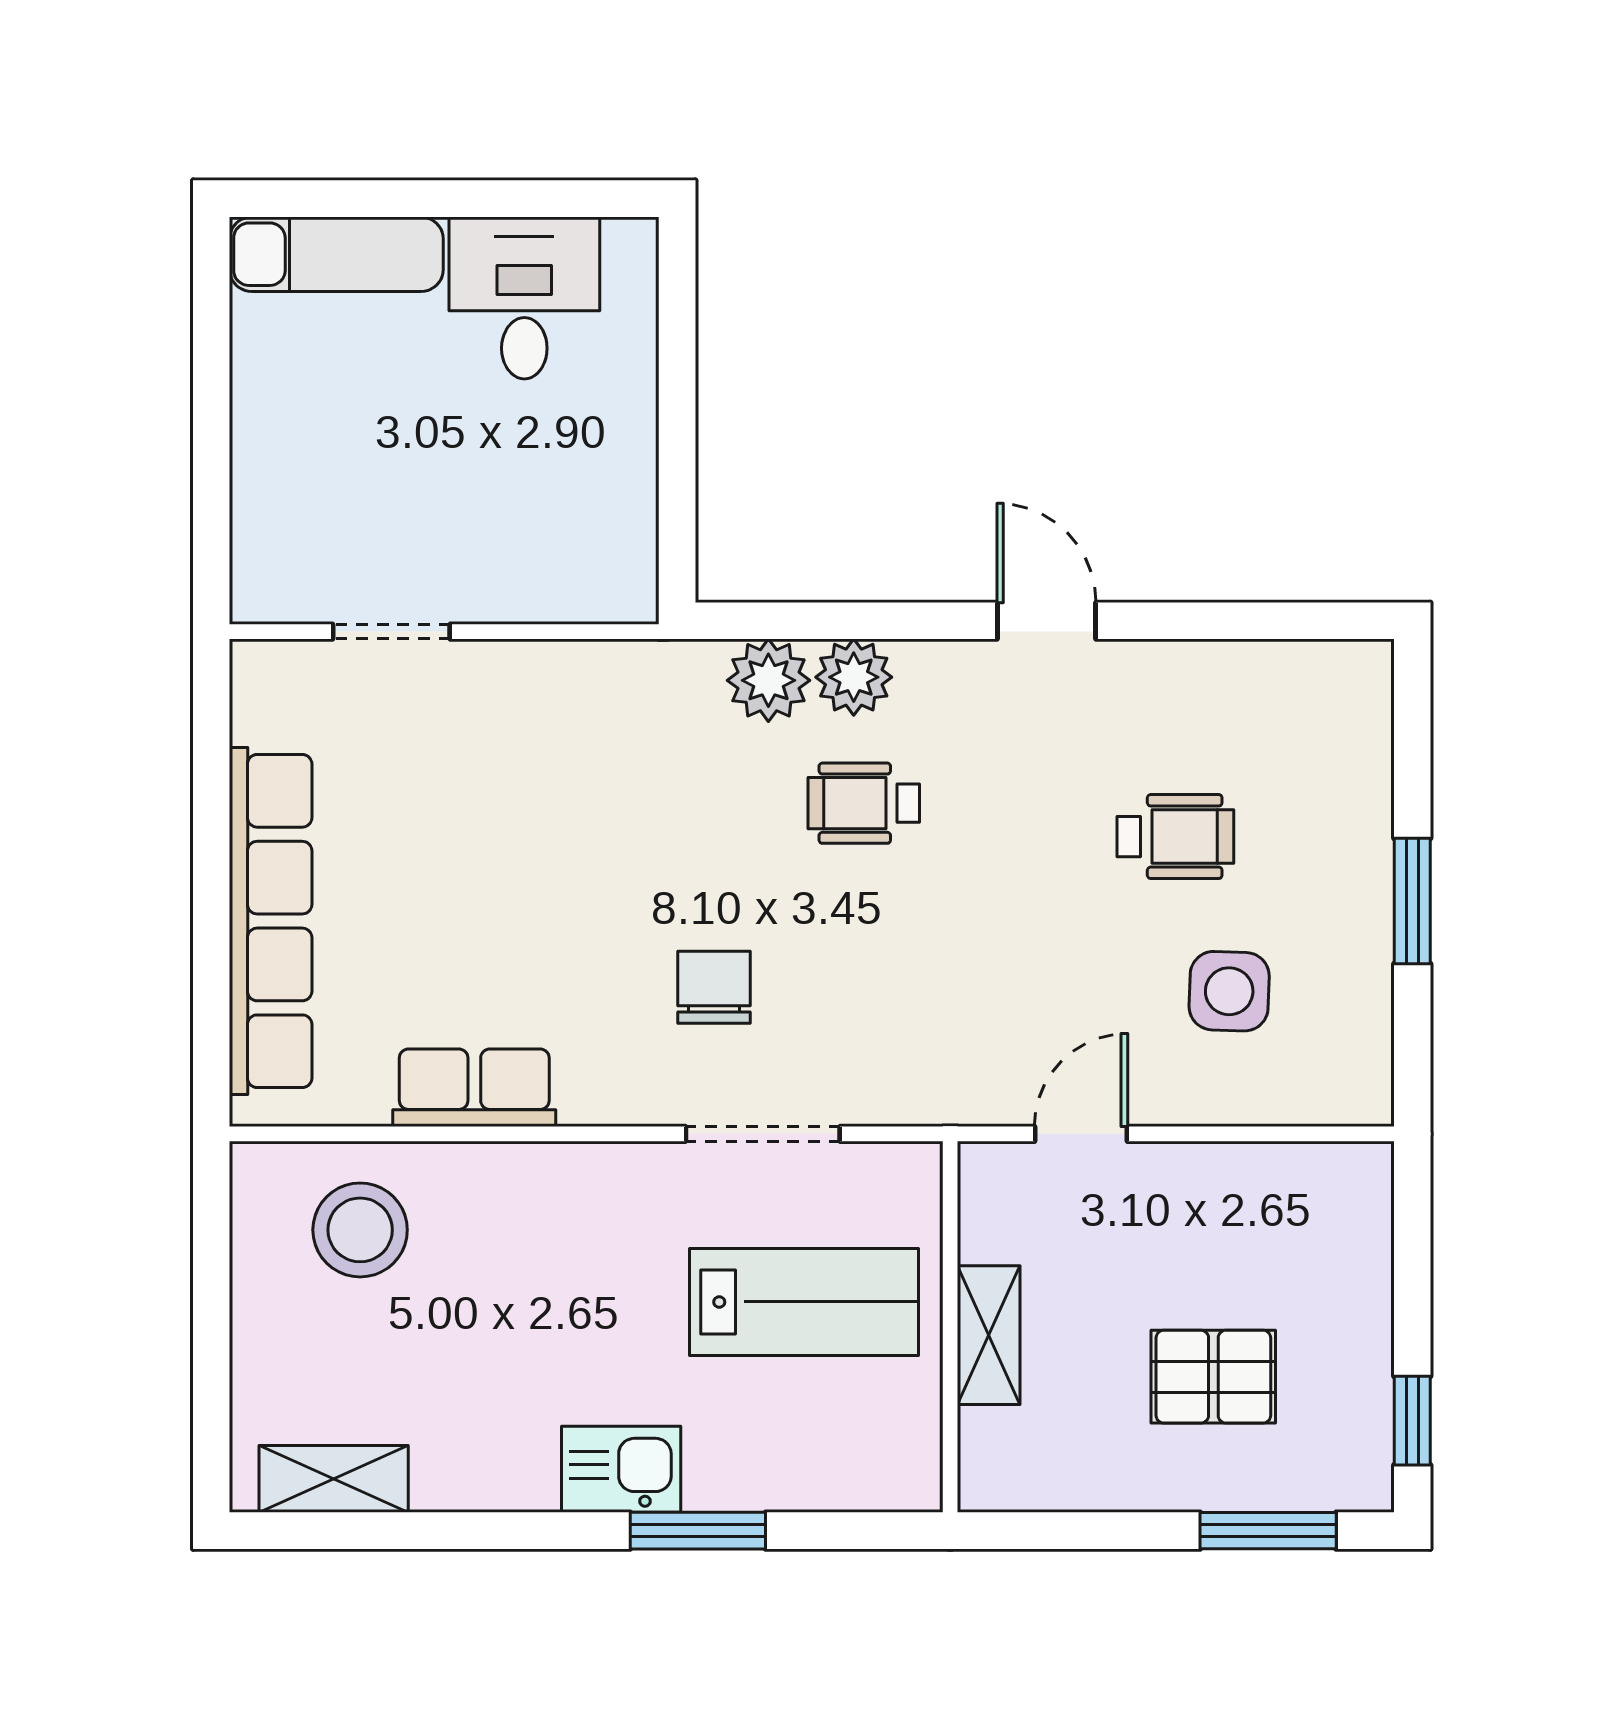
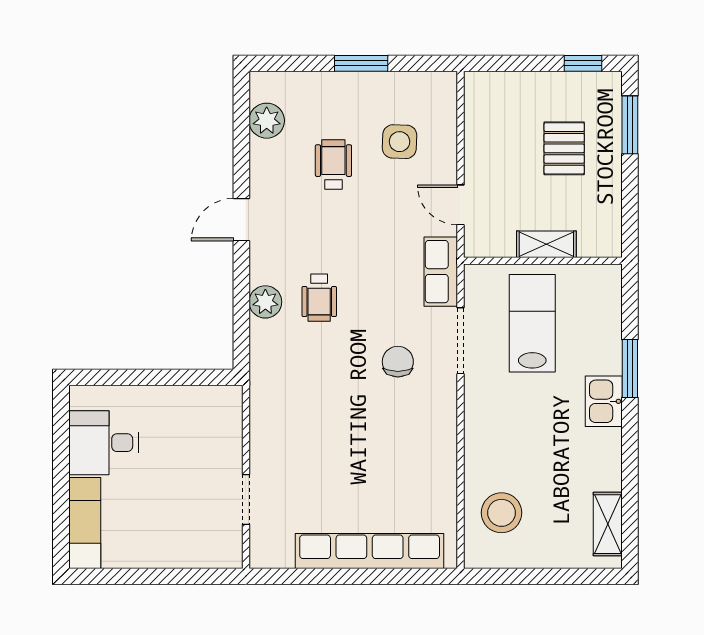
plant: (768, 680) -> (267, 121), moved
chair: (714, 987) -> (398, 362), turned 90
row of seats: (474, 1088) -> (441, 272), moved

